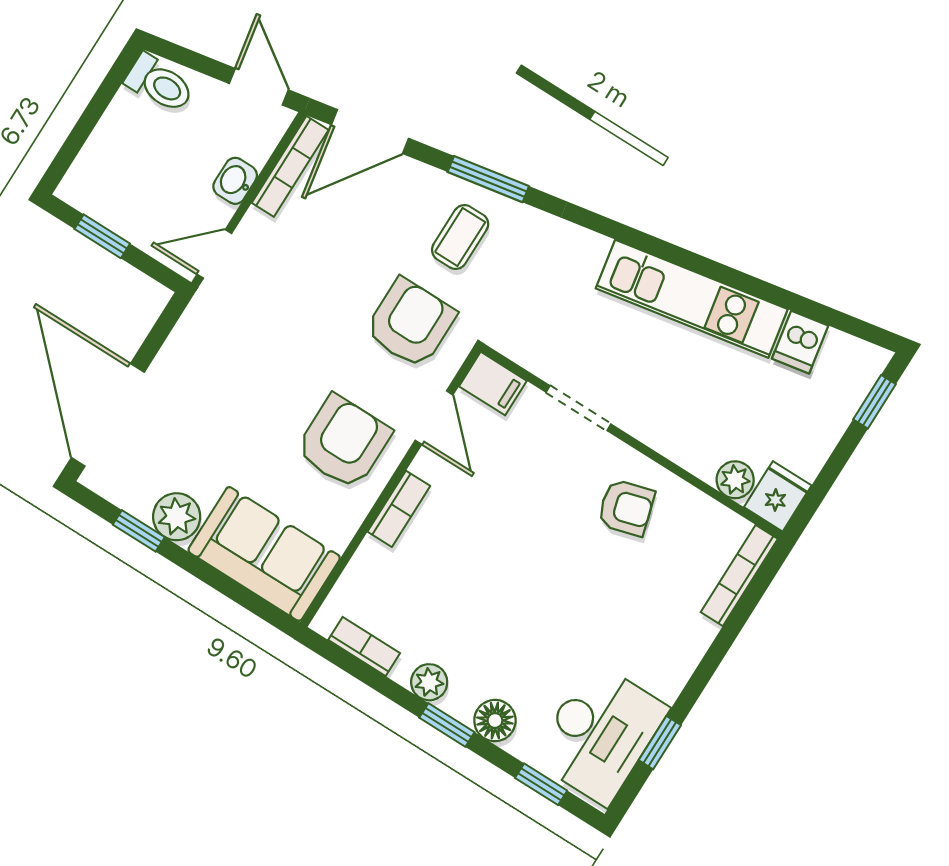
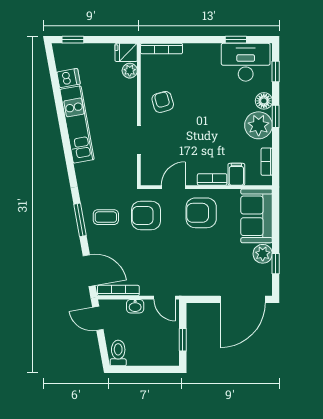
door: (259, 87) -> (98, 318), hinge flipped
filing cabinet: (493, 384) -> (236, 174), moved
plant: (429, 682) -> (259, 125), width x1.88, depth x1.88

